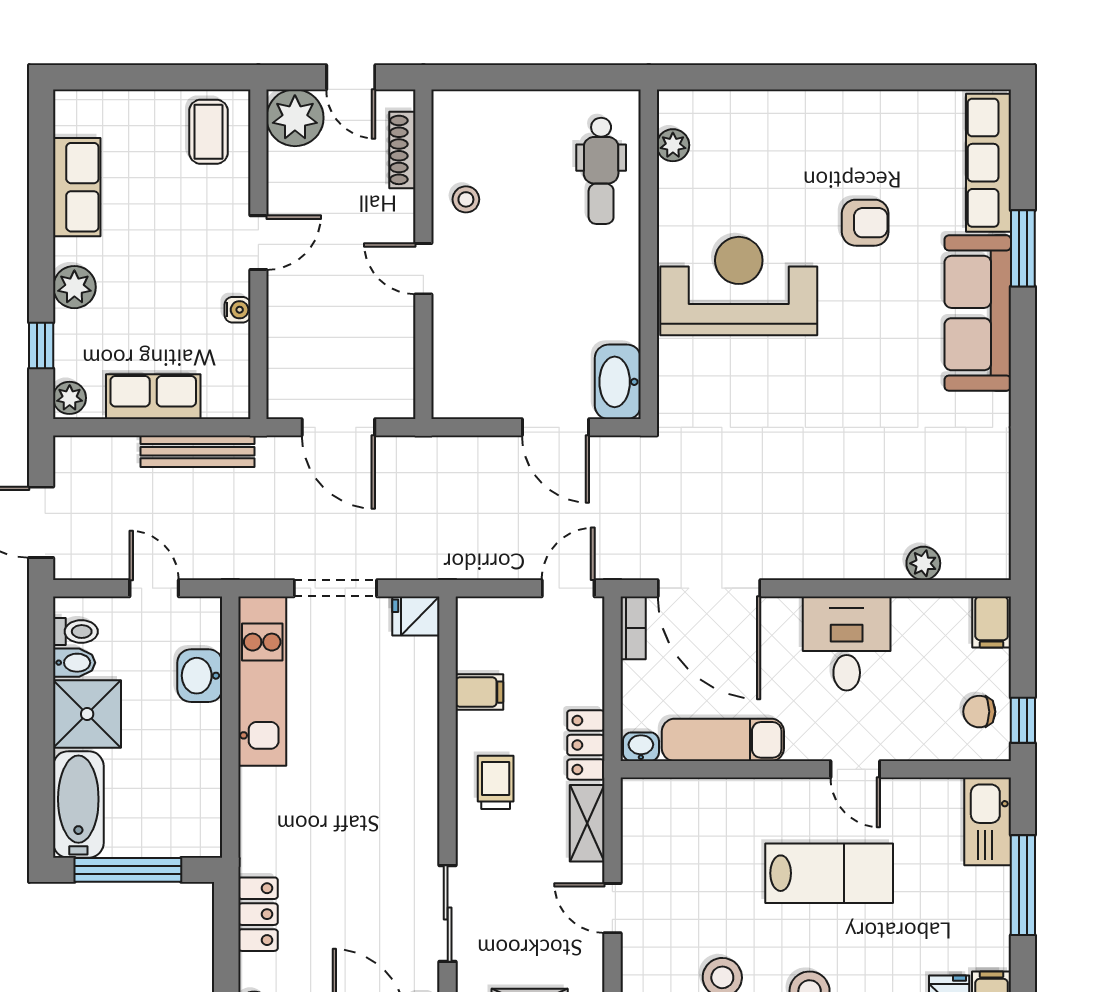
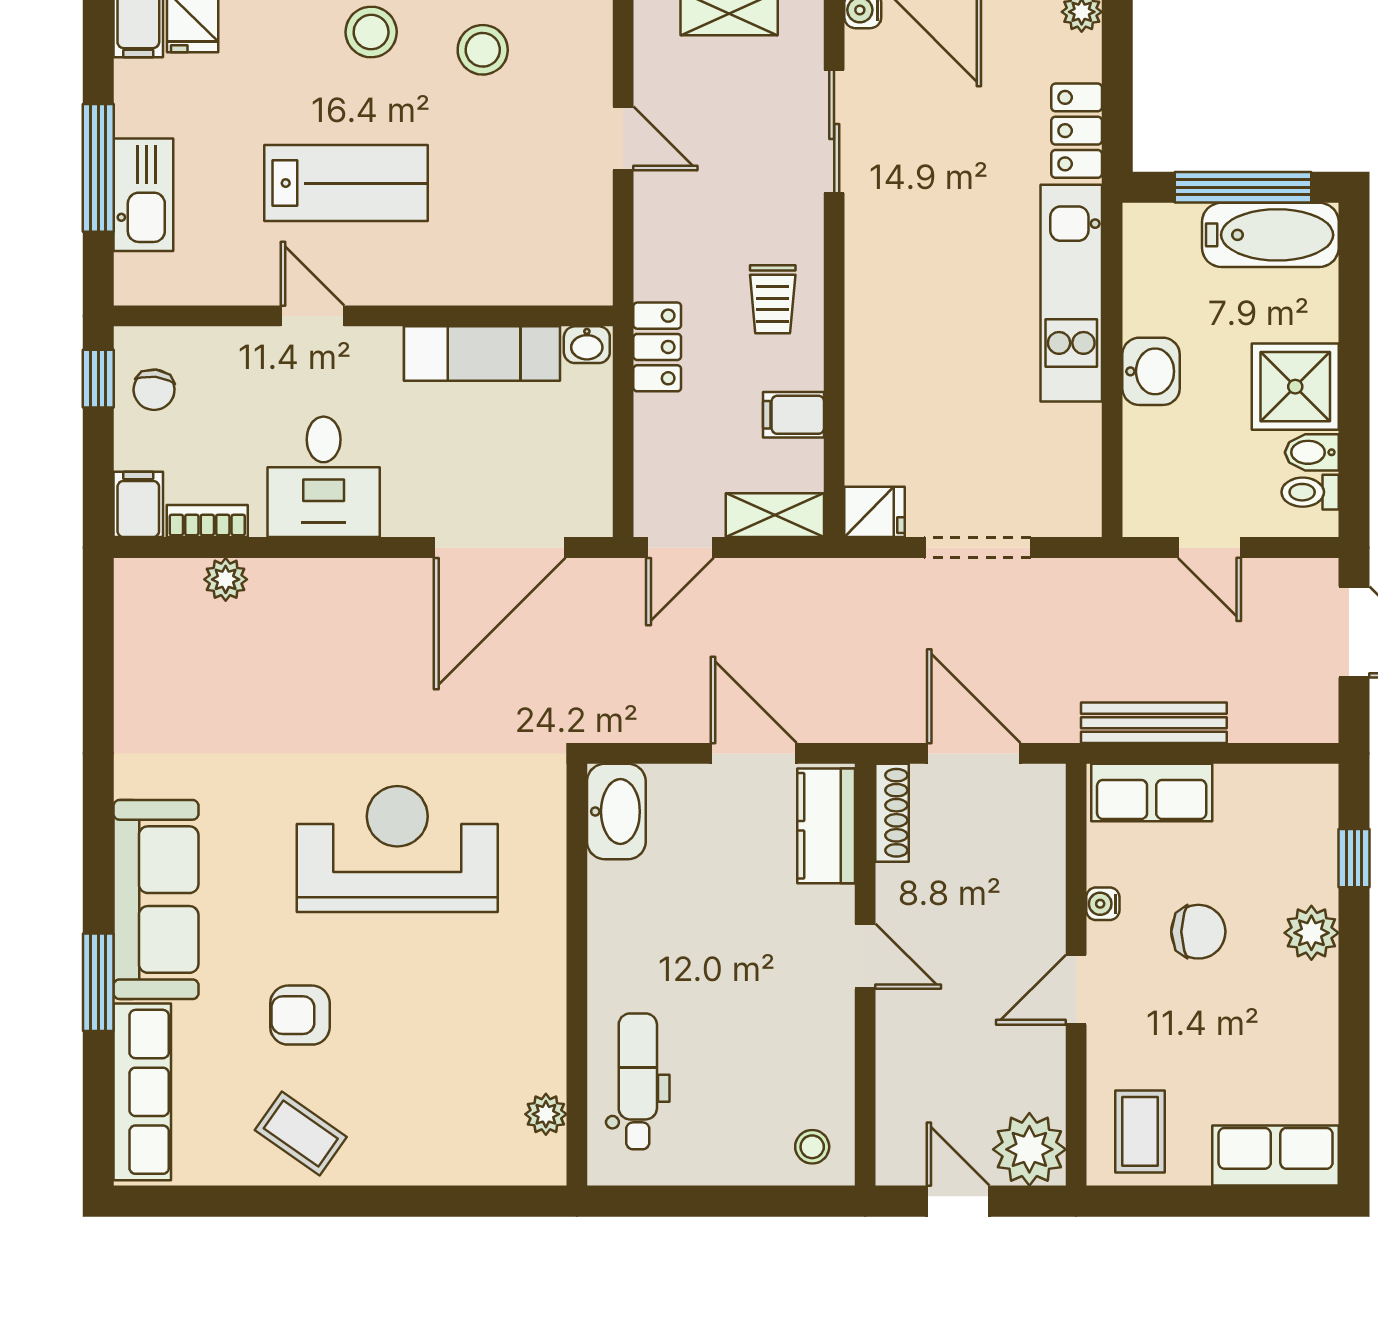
coffee table: (865, 130) -> (301, 1134), added
shoe rack: (402, 150) -> (892, 813), moved
row of seats: (77, 187) -> (1276, 1156), moved, turned 90
stool: (466, 199) -> (812, 1147), moved
reception desk: (739, 286) -> (397, 849), moved, turned 180
chair: (163, 288) -> (1198, 932), added
kitchen counter: (454, 371) -> (826, 826), added
row of seats: (153, 397) -> (1152, 793), moved
plant: (70, 398) -> (1318, 791), removed
door: (555, 427) -> (754, 753), moved
door: (709, 588) -> (500, 548), swing flipped
bookcase: (633, 628) -> (207, 521), moved, turned 90
washbasin: (200, 676) -> (1151, 371), moved
kitchen unit: (262, 681) -> (1071, 293), moved
chair: (979, 712) -> (154, 390), turned 97
bathtub: (78, 804) -> (1270, 235), moved, turned -90
kitchen sink: (988, 821) -> (143, 195), moved
shelving: (587, 823) -> (775, 515), moved, turned 90
lab bench: (829, 873) -> (346, 183), turned 180

